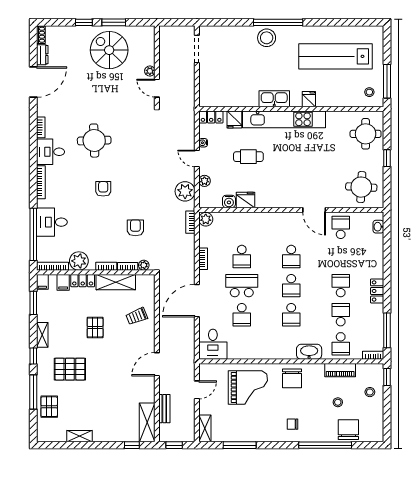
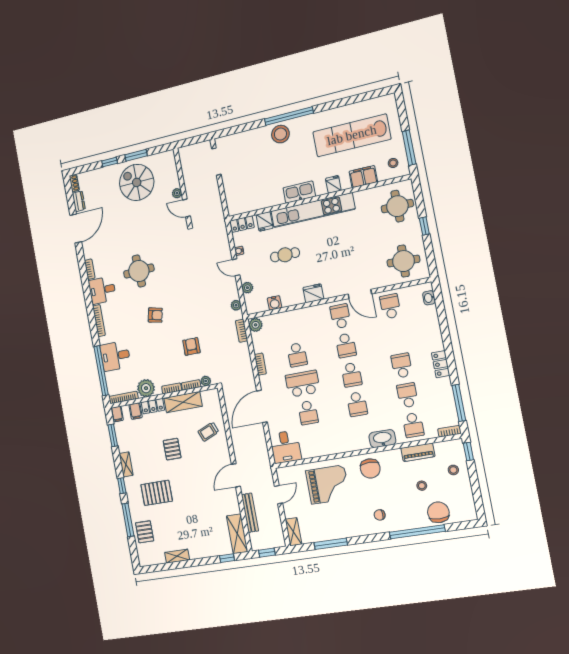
filing cabinet: (339, 98) -> (363, 177), added
armchair: (103, 189) -> (155, 315), turned 103
plant: (185, 191) -> (236, 305), width x0.53, depth x0.53
fridge: (246, 200) -> (313, 293), moved
school desk: (291, 227) -> (340, 316), added
bench: (164, 409) -> (250, 513), width x1.36

